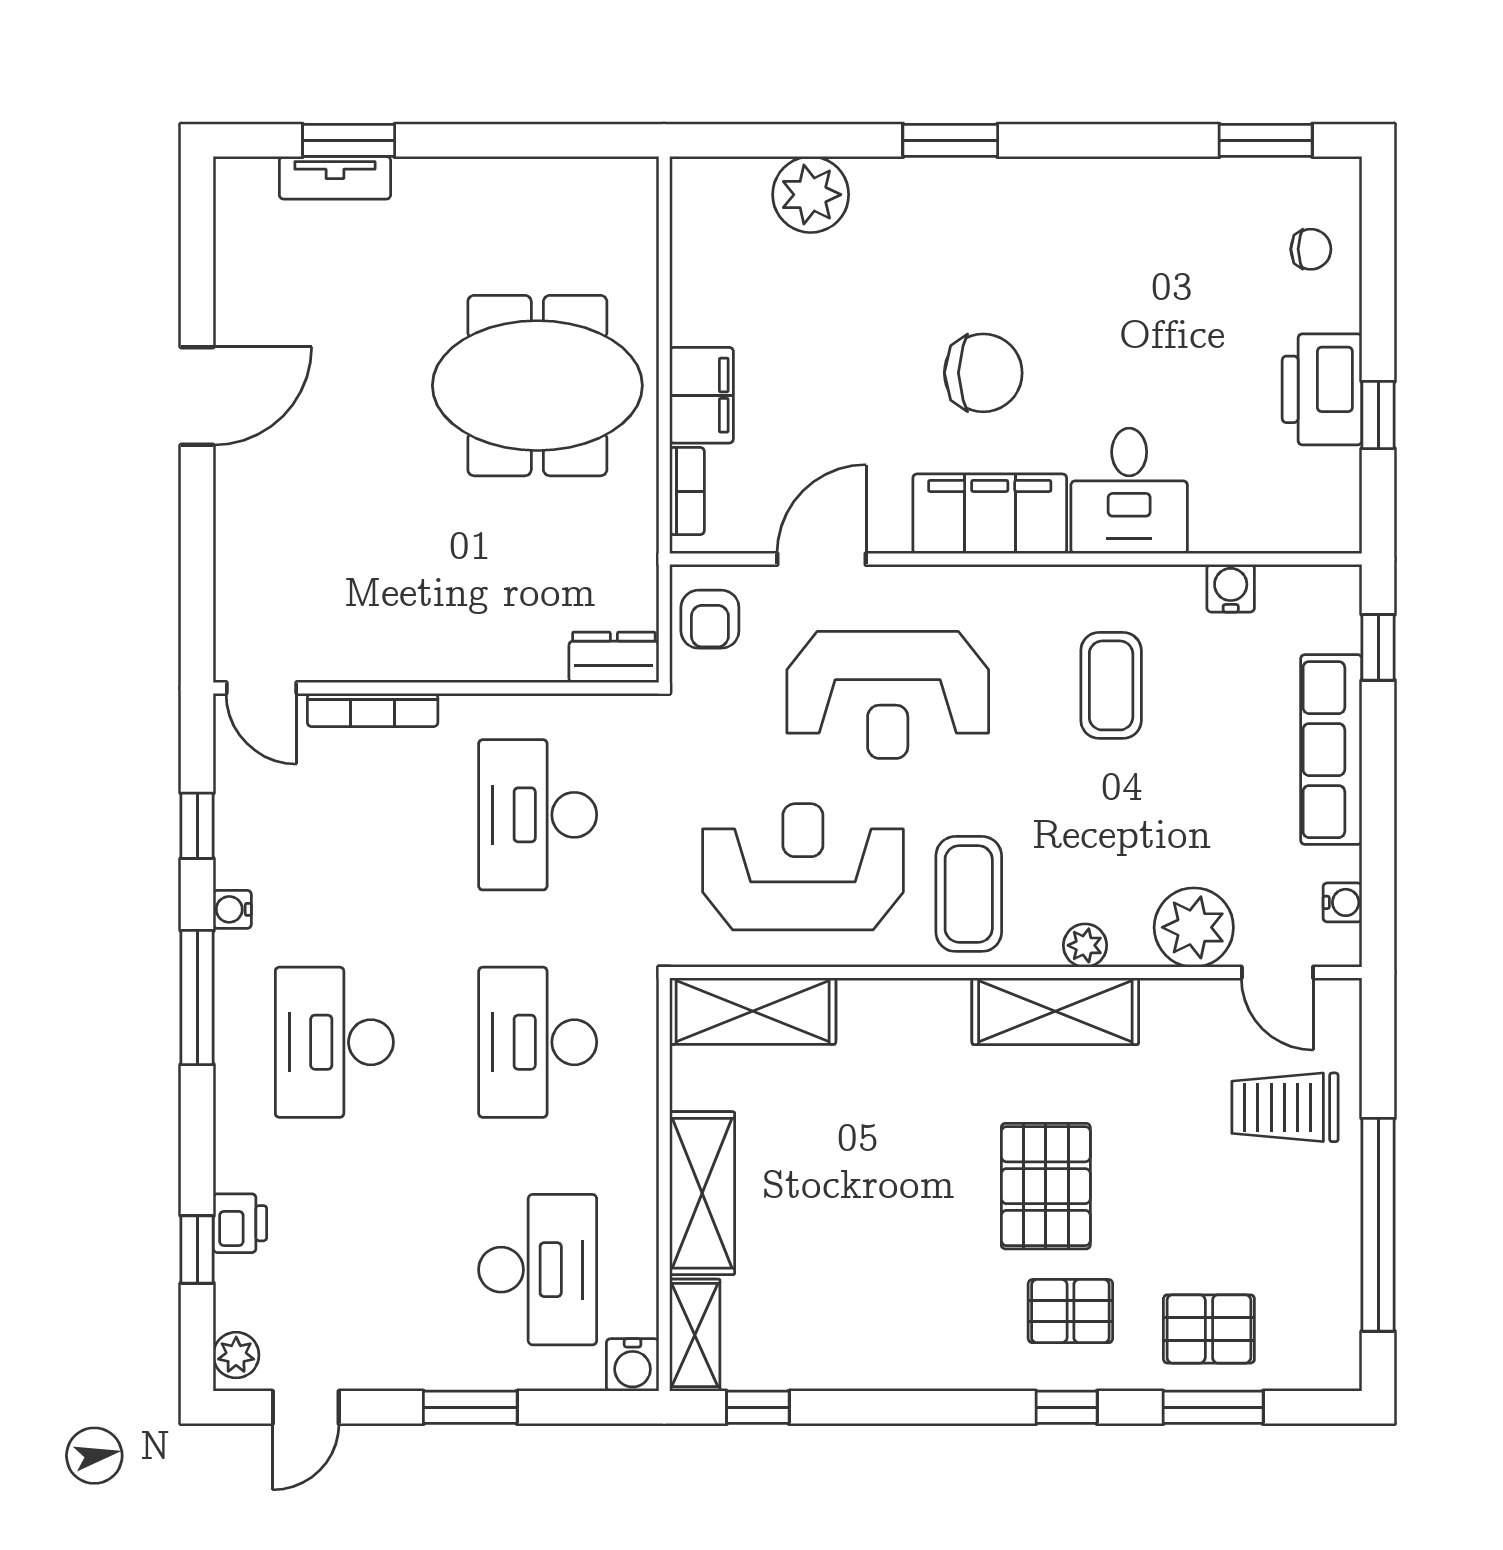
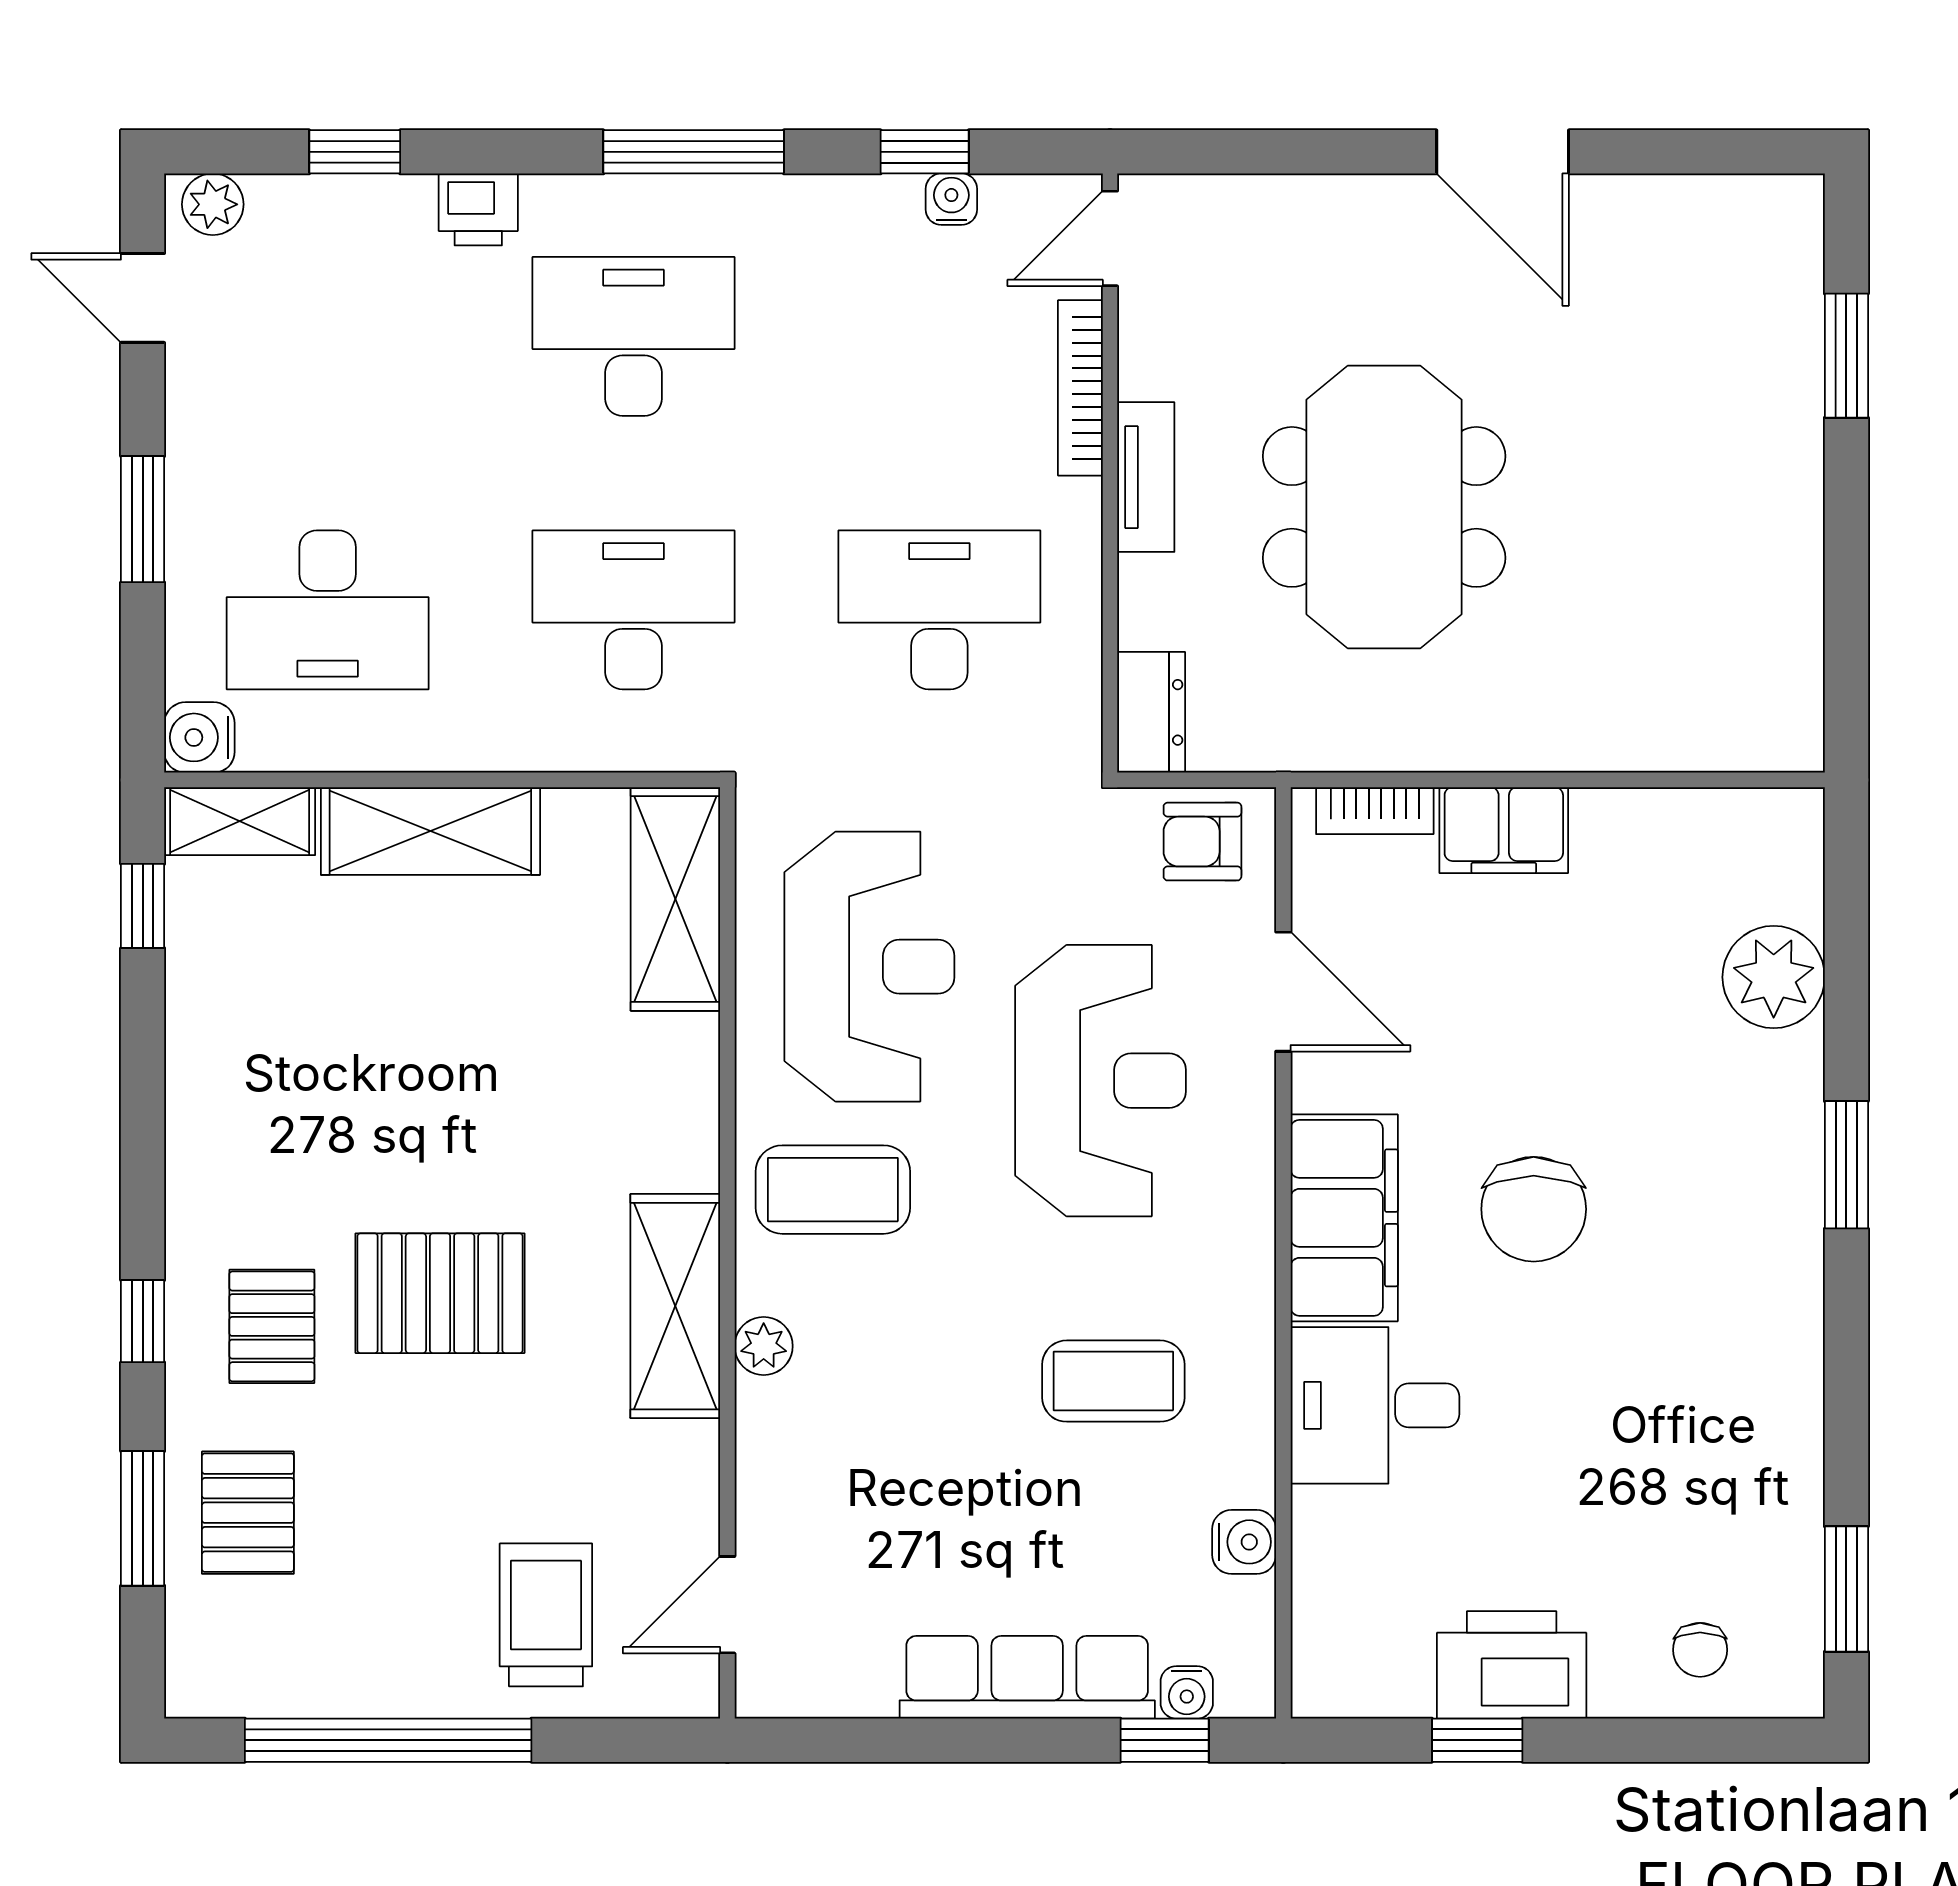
tv unit: (335, 178) -> (1146, 477), moved, turned 180
meeting table: (537, 386) -> (1384, 507), moved
reception desk: (888, 695) -> (1101, 1081), turned 180
water cooler: (1343, 902) -> (1187, 1692), moved
water cooler: (232, 909) -> (951, 199), moved
plant: (1194, 927) -> (788, 1492), removed
printer: (240, 1223) -> (478, 209), moved

